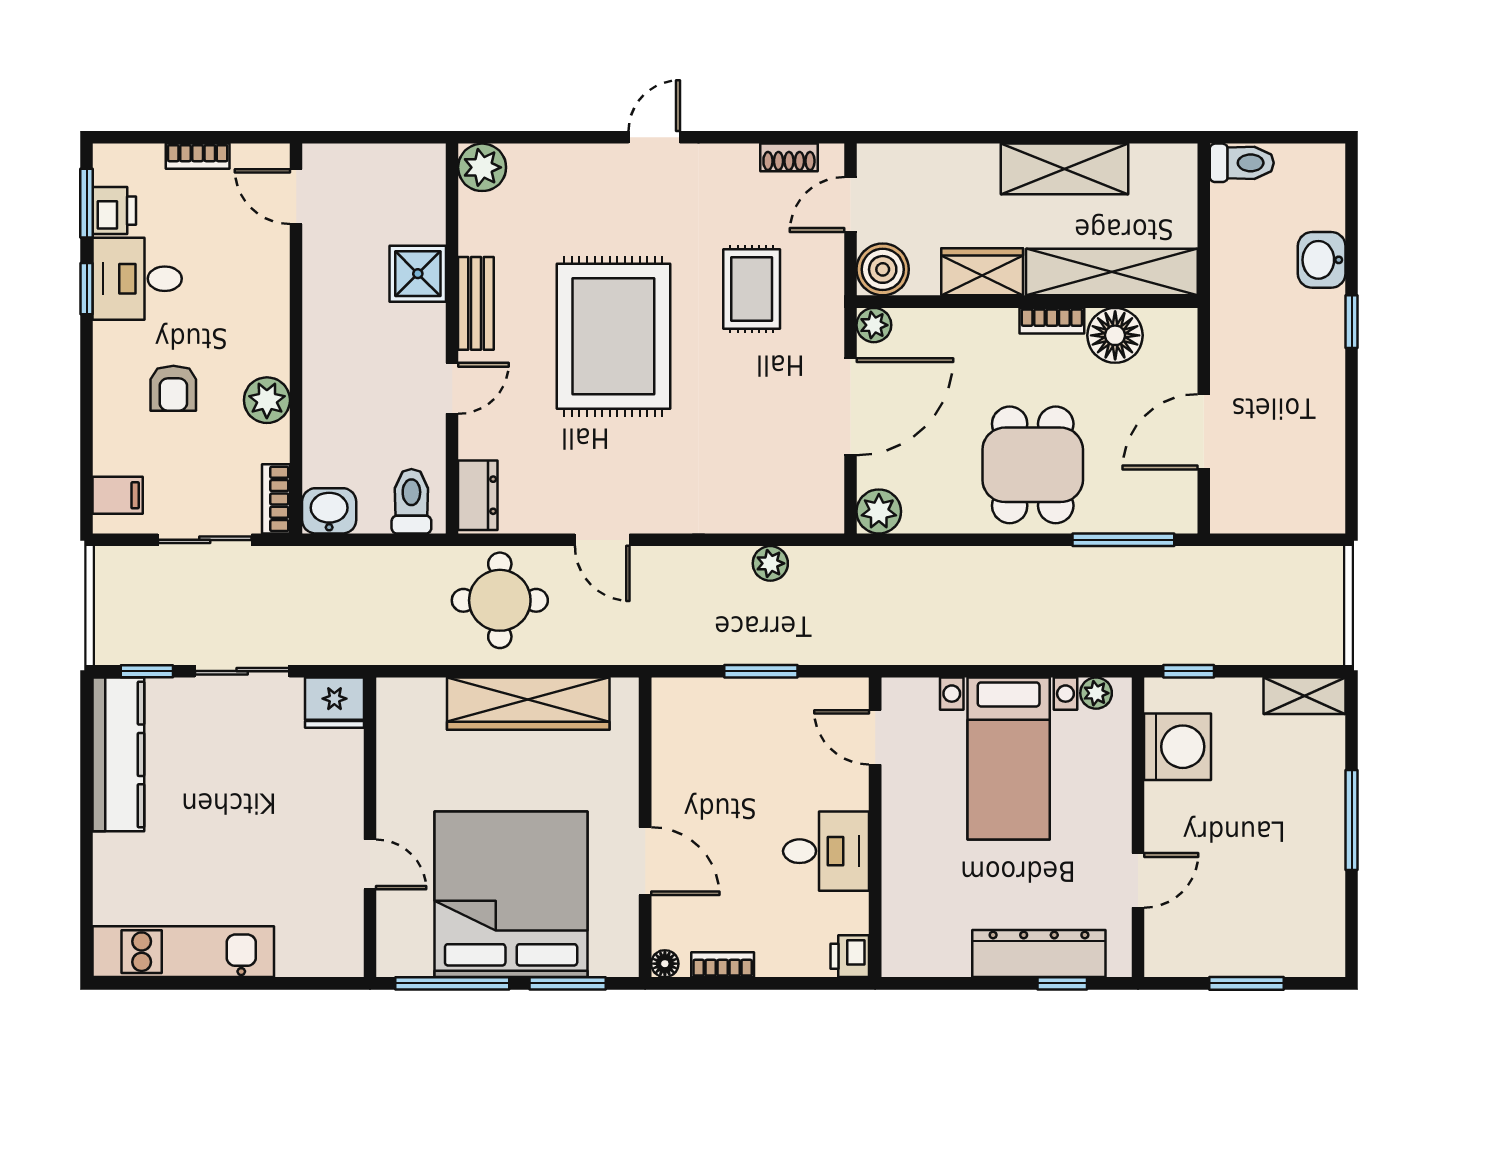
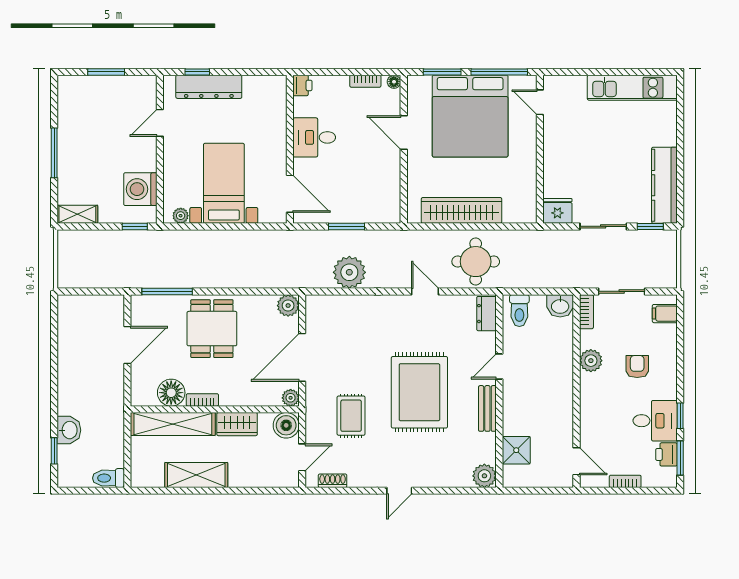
shower: (418, 274) -> (516, 450), moved
window: (1352, 322) -> (54, 451), moved
plant: (770, 563) -> (349, 272), width x1.87, depth x1.87
door: (875, 737) -> (290, 194), width x1.38
door: (370, 864) -> (540, 102), moved

